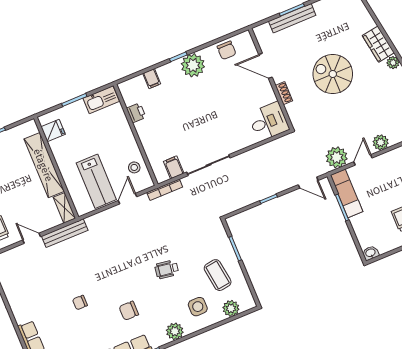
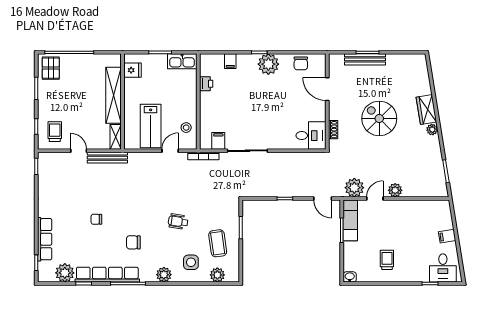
shoe rack: (284, 93) -> (333, 130), moved

